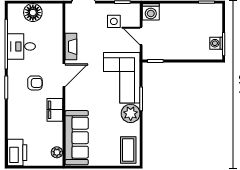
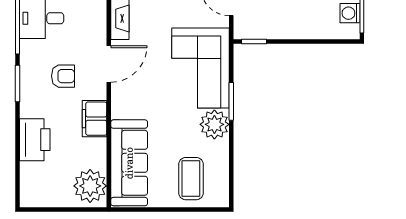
coffee table: (128, 150) -> (191, 179), moved
plant: (57, 152) -> (90, 186), width x1.88, depth x1.88
printer: (17, 153) -> (35, 140), moved

